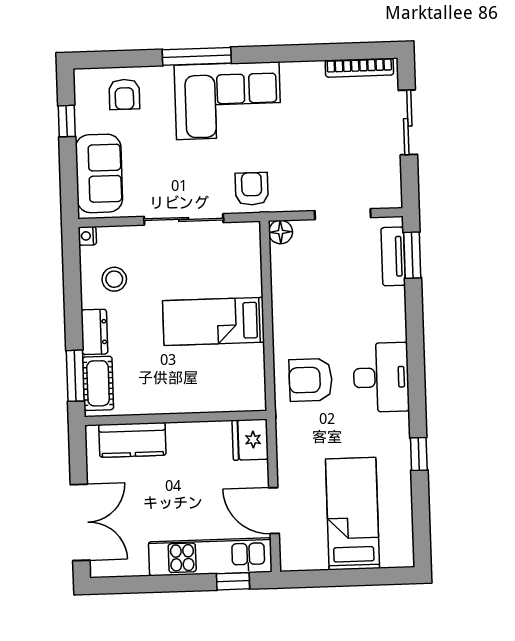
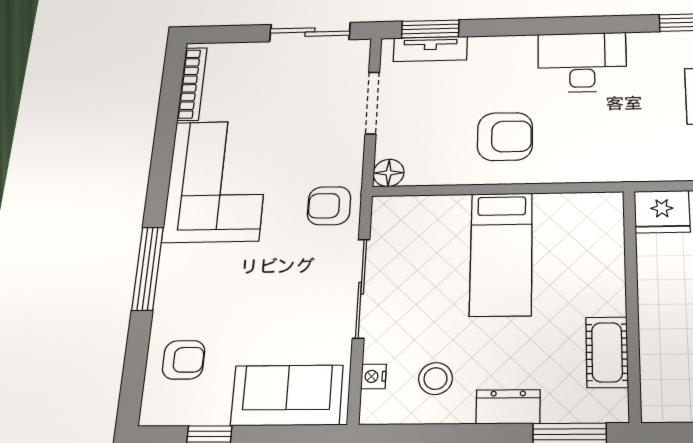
corner sofa: (228, 101) -> (217, 181), moved
sliding door: (408, 122) -> (310, 32), moved
nightstand: (87, 236) -> (373, 376), moved, turned 90
armchair: (311, 380) -> (505, 137), moved, turned -90
cot: (98, 383) -> (607, 352), moved, turned 90
kitchen counter: (132, 440) -> (662, 360), removed

